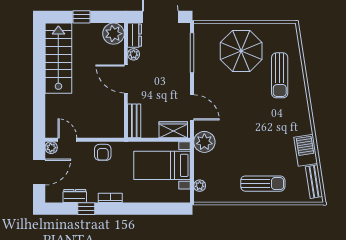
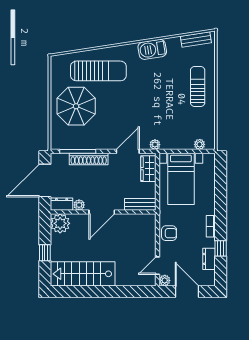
shoe rack: (184, 65) -> (89, 159), added
sun lounger: (280, 75) -> (98, 71), width x1.36, depth x1.34
plant: (204, 142) -> (155, 145), width x0.53, depth x0.53
barbecue: (306, 150) -> (152, 49), moved

